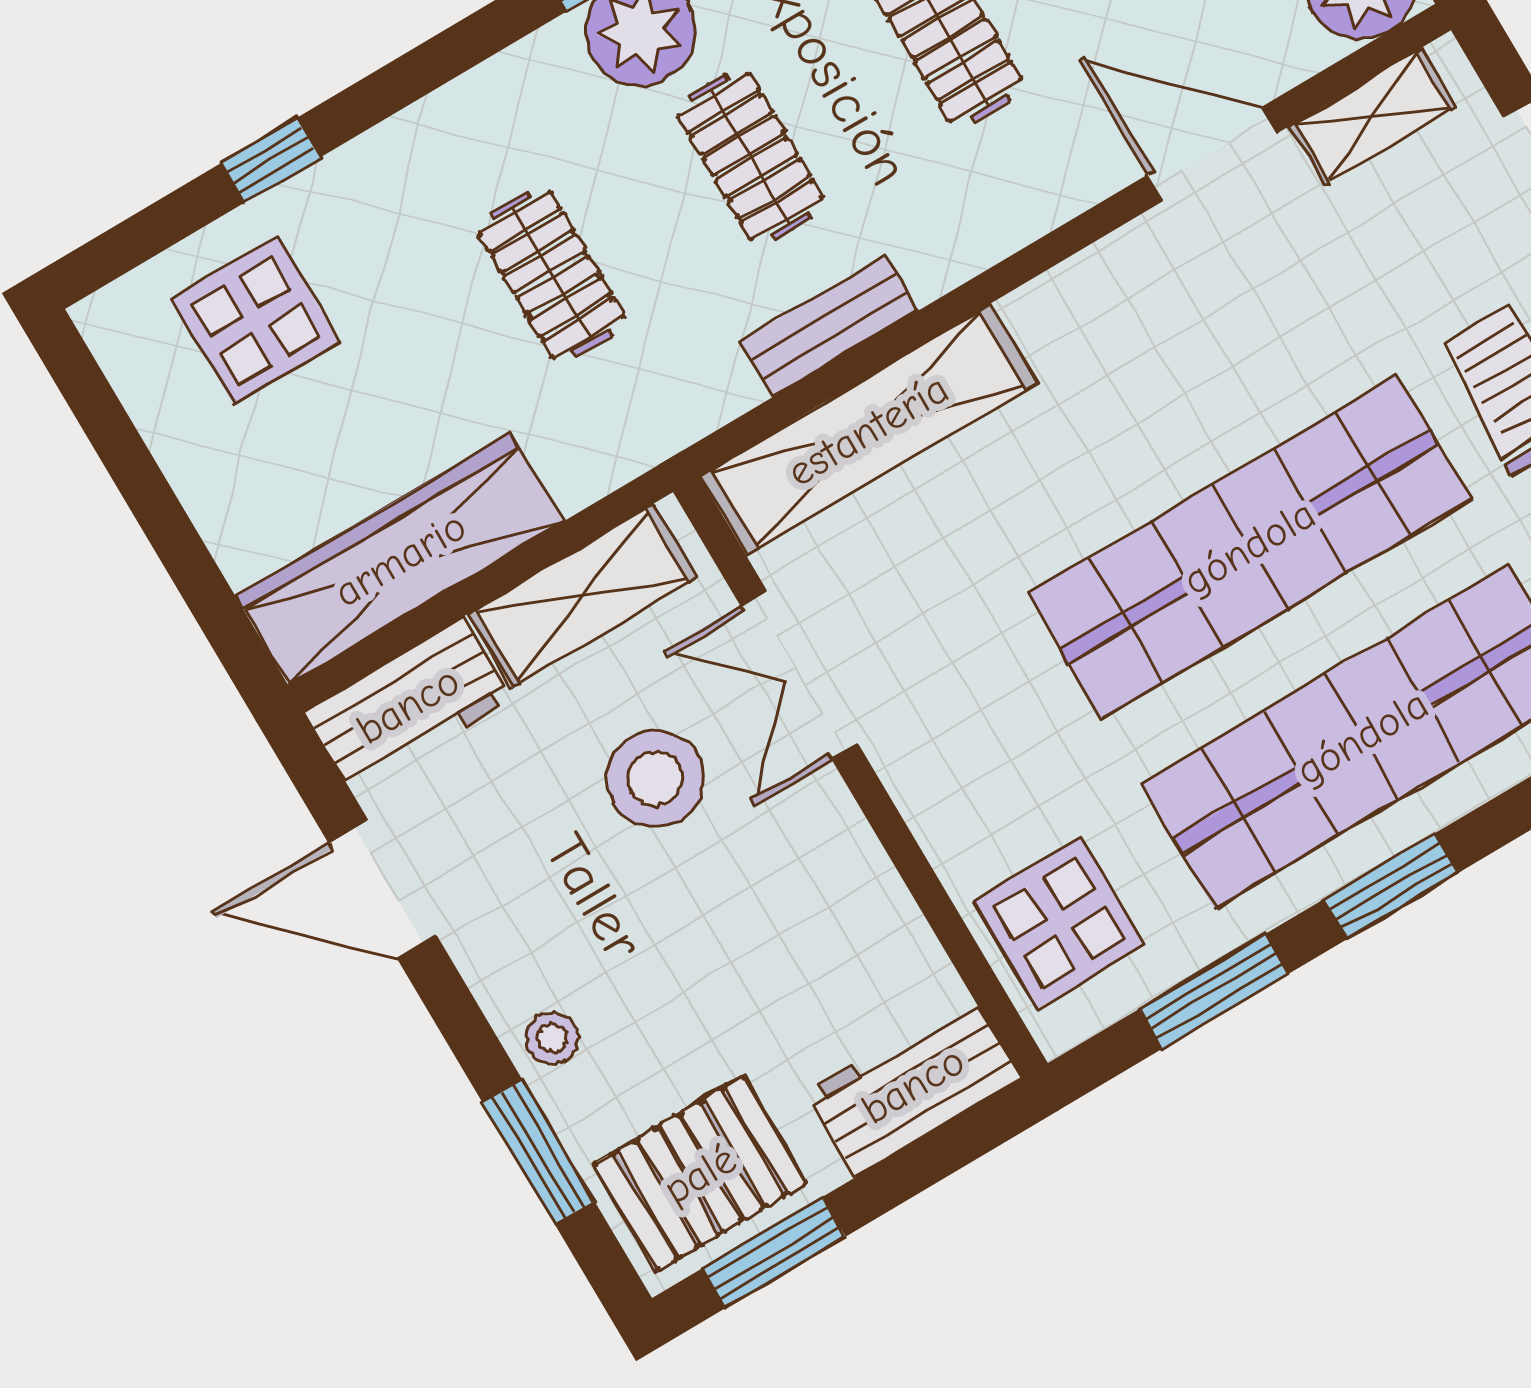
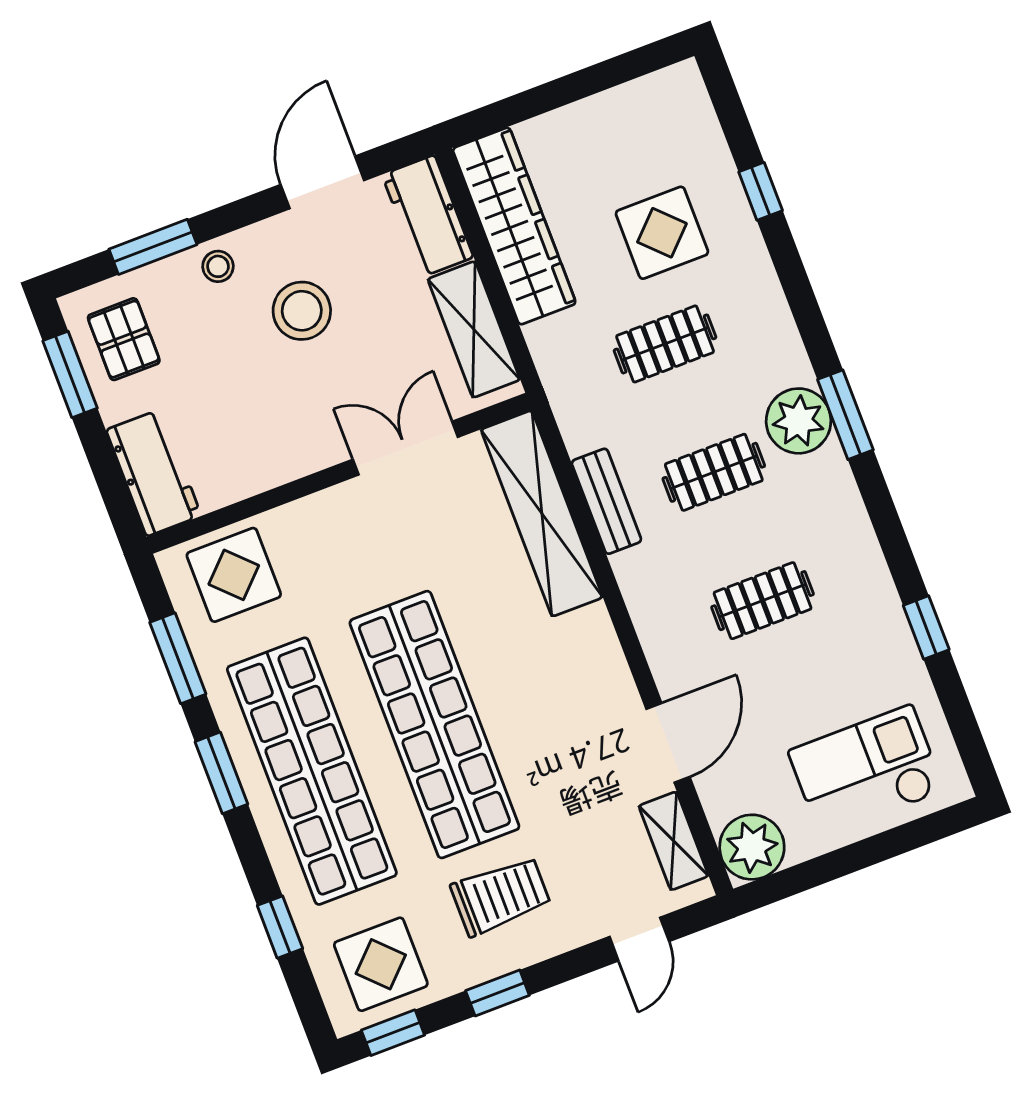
display table: (255, 320) -> (662, 233), moved
stool: (655, 779) -> (302, 311), moved
pallet: (700, 1174) -> (124, 339), width x0.67, depth x0.71

